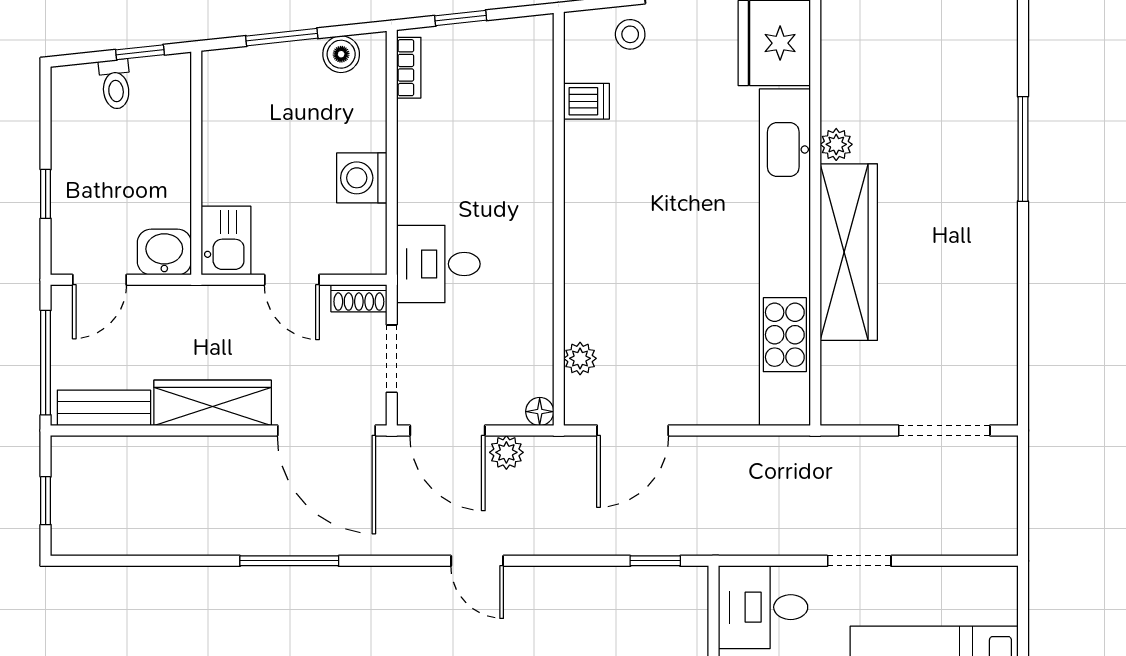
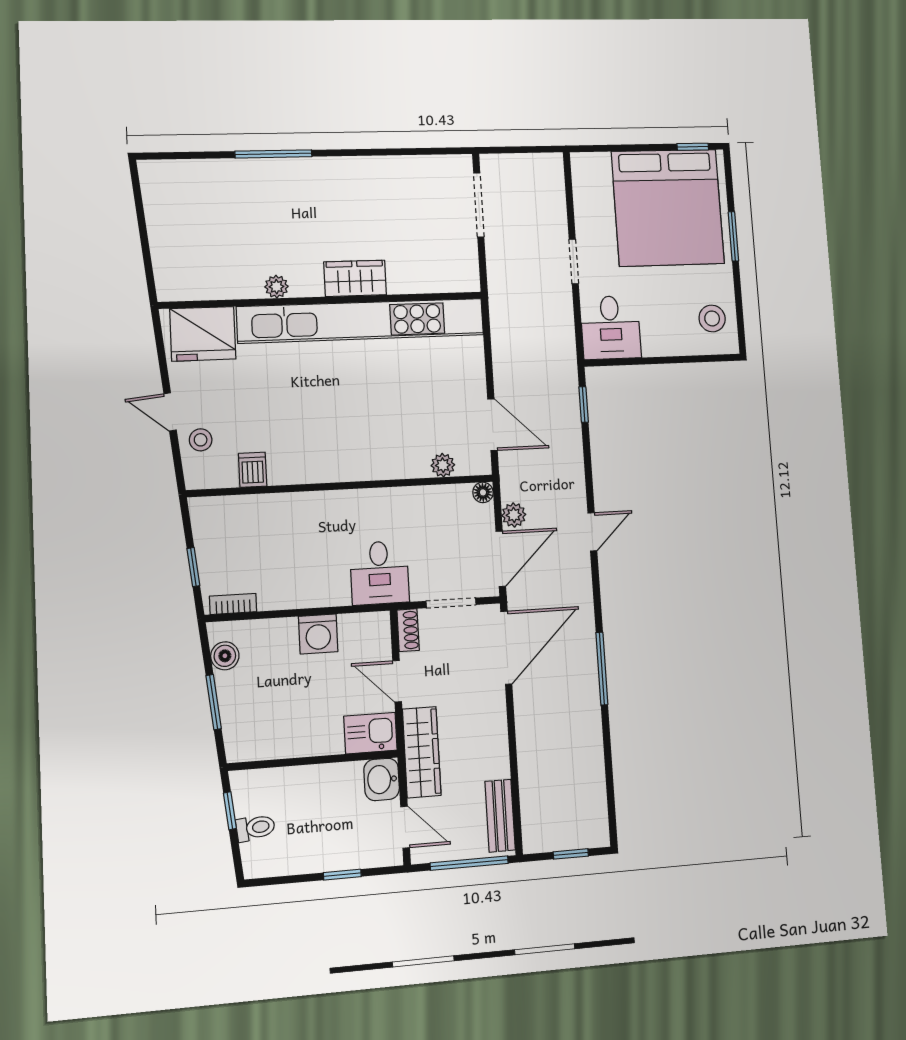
wardrobe: (849, 252) -> (355, 278), width x0.48, depth x0.85
door: (292, 280) -> (397, 681), swing flipped
wardrobe: (213, 403) -> (422, 752), moved, turned 180

